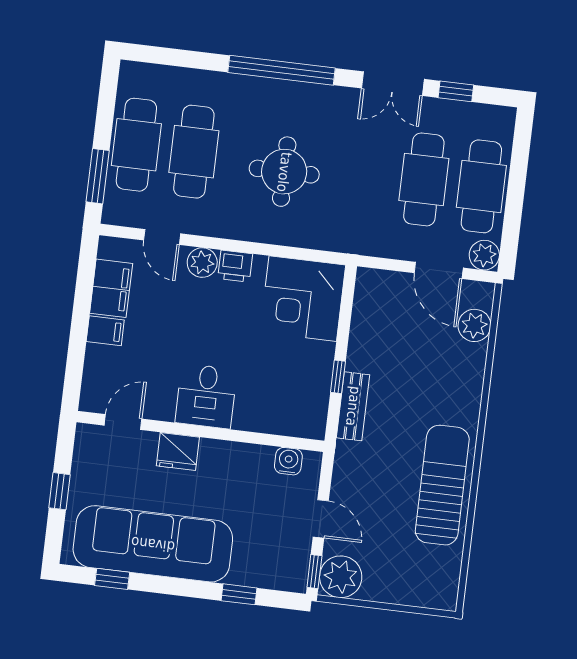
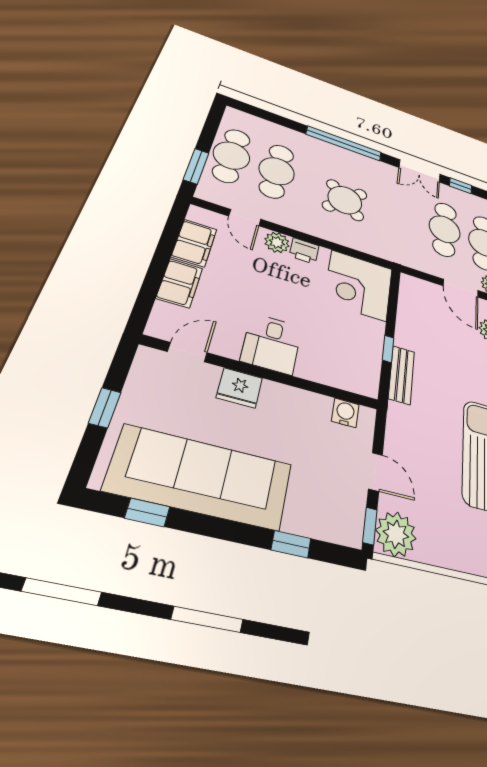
round table: (284, 172) -> (345, 200), turned 45
filing cabinet: (105, 331) -> (180, 283), width x2.00

